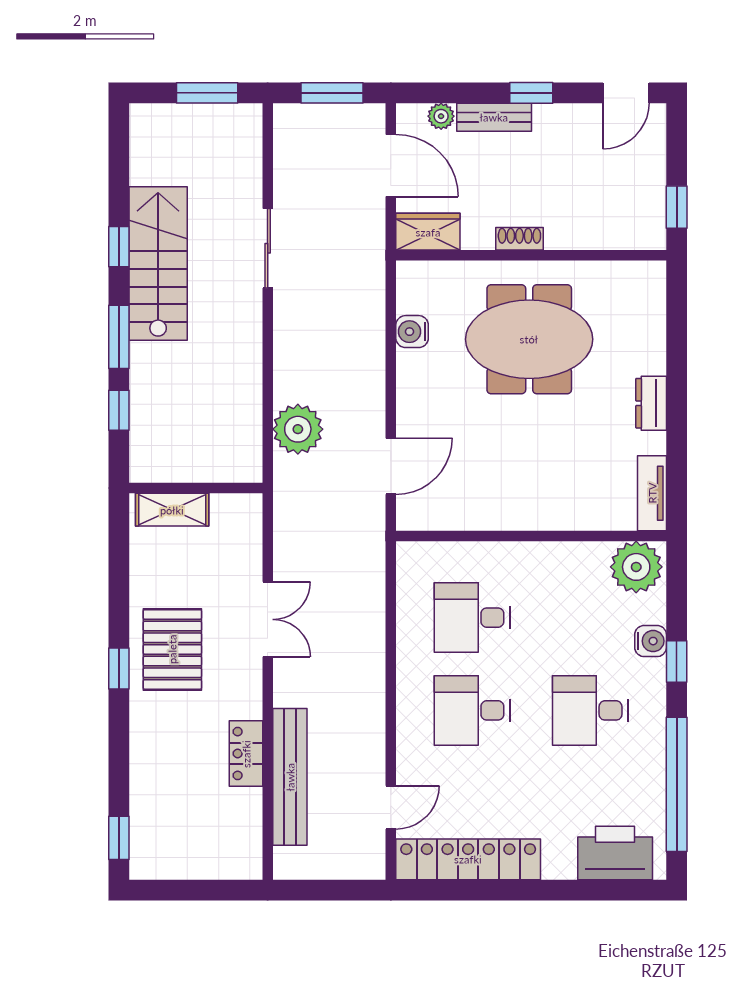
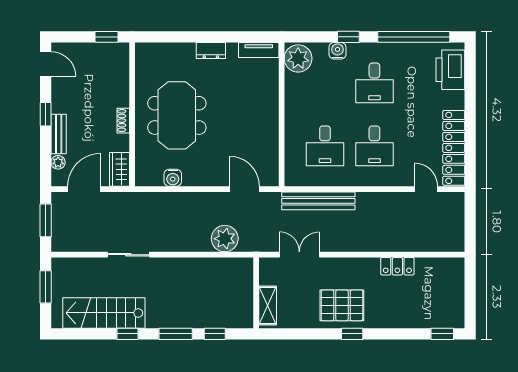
stairs: (158, 263) -> (104, 313), moved
double door: (268, 619) -> (299, 255), moved
bench: (290, 777) -> (318, 201), moved

